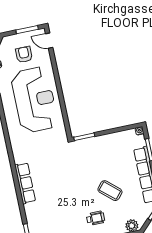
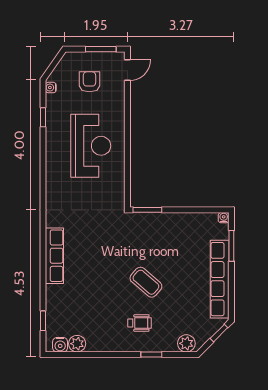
door: (49, 41) -> (127, 70), swing flipped
reception desk: (34, 100) -> (91, 146), width x0.74, depth x0.77
coffee table: (110, 191) -> (146, 282), moved

